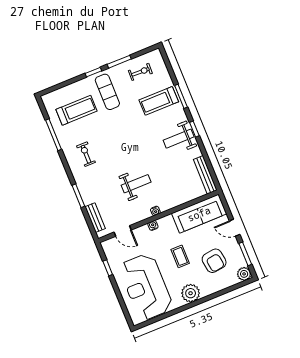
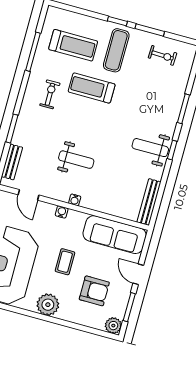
treadmill: (159, 101) -> (92, 88), moved
armchair: (214, 261) -> (94, 291), turned -82

